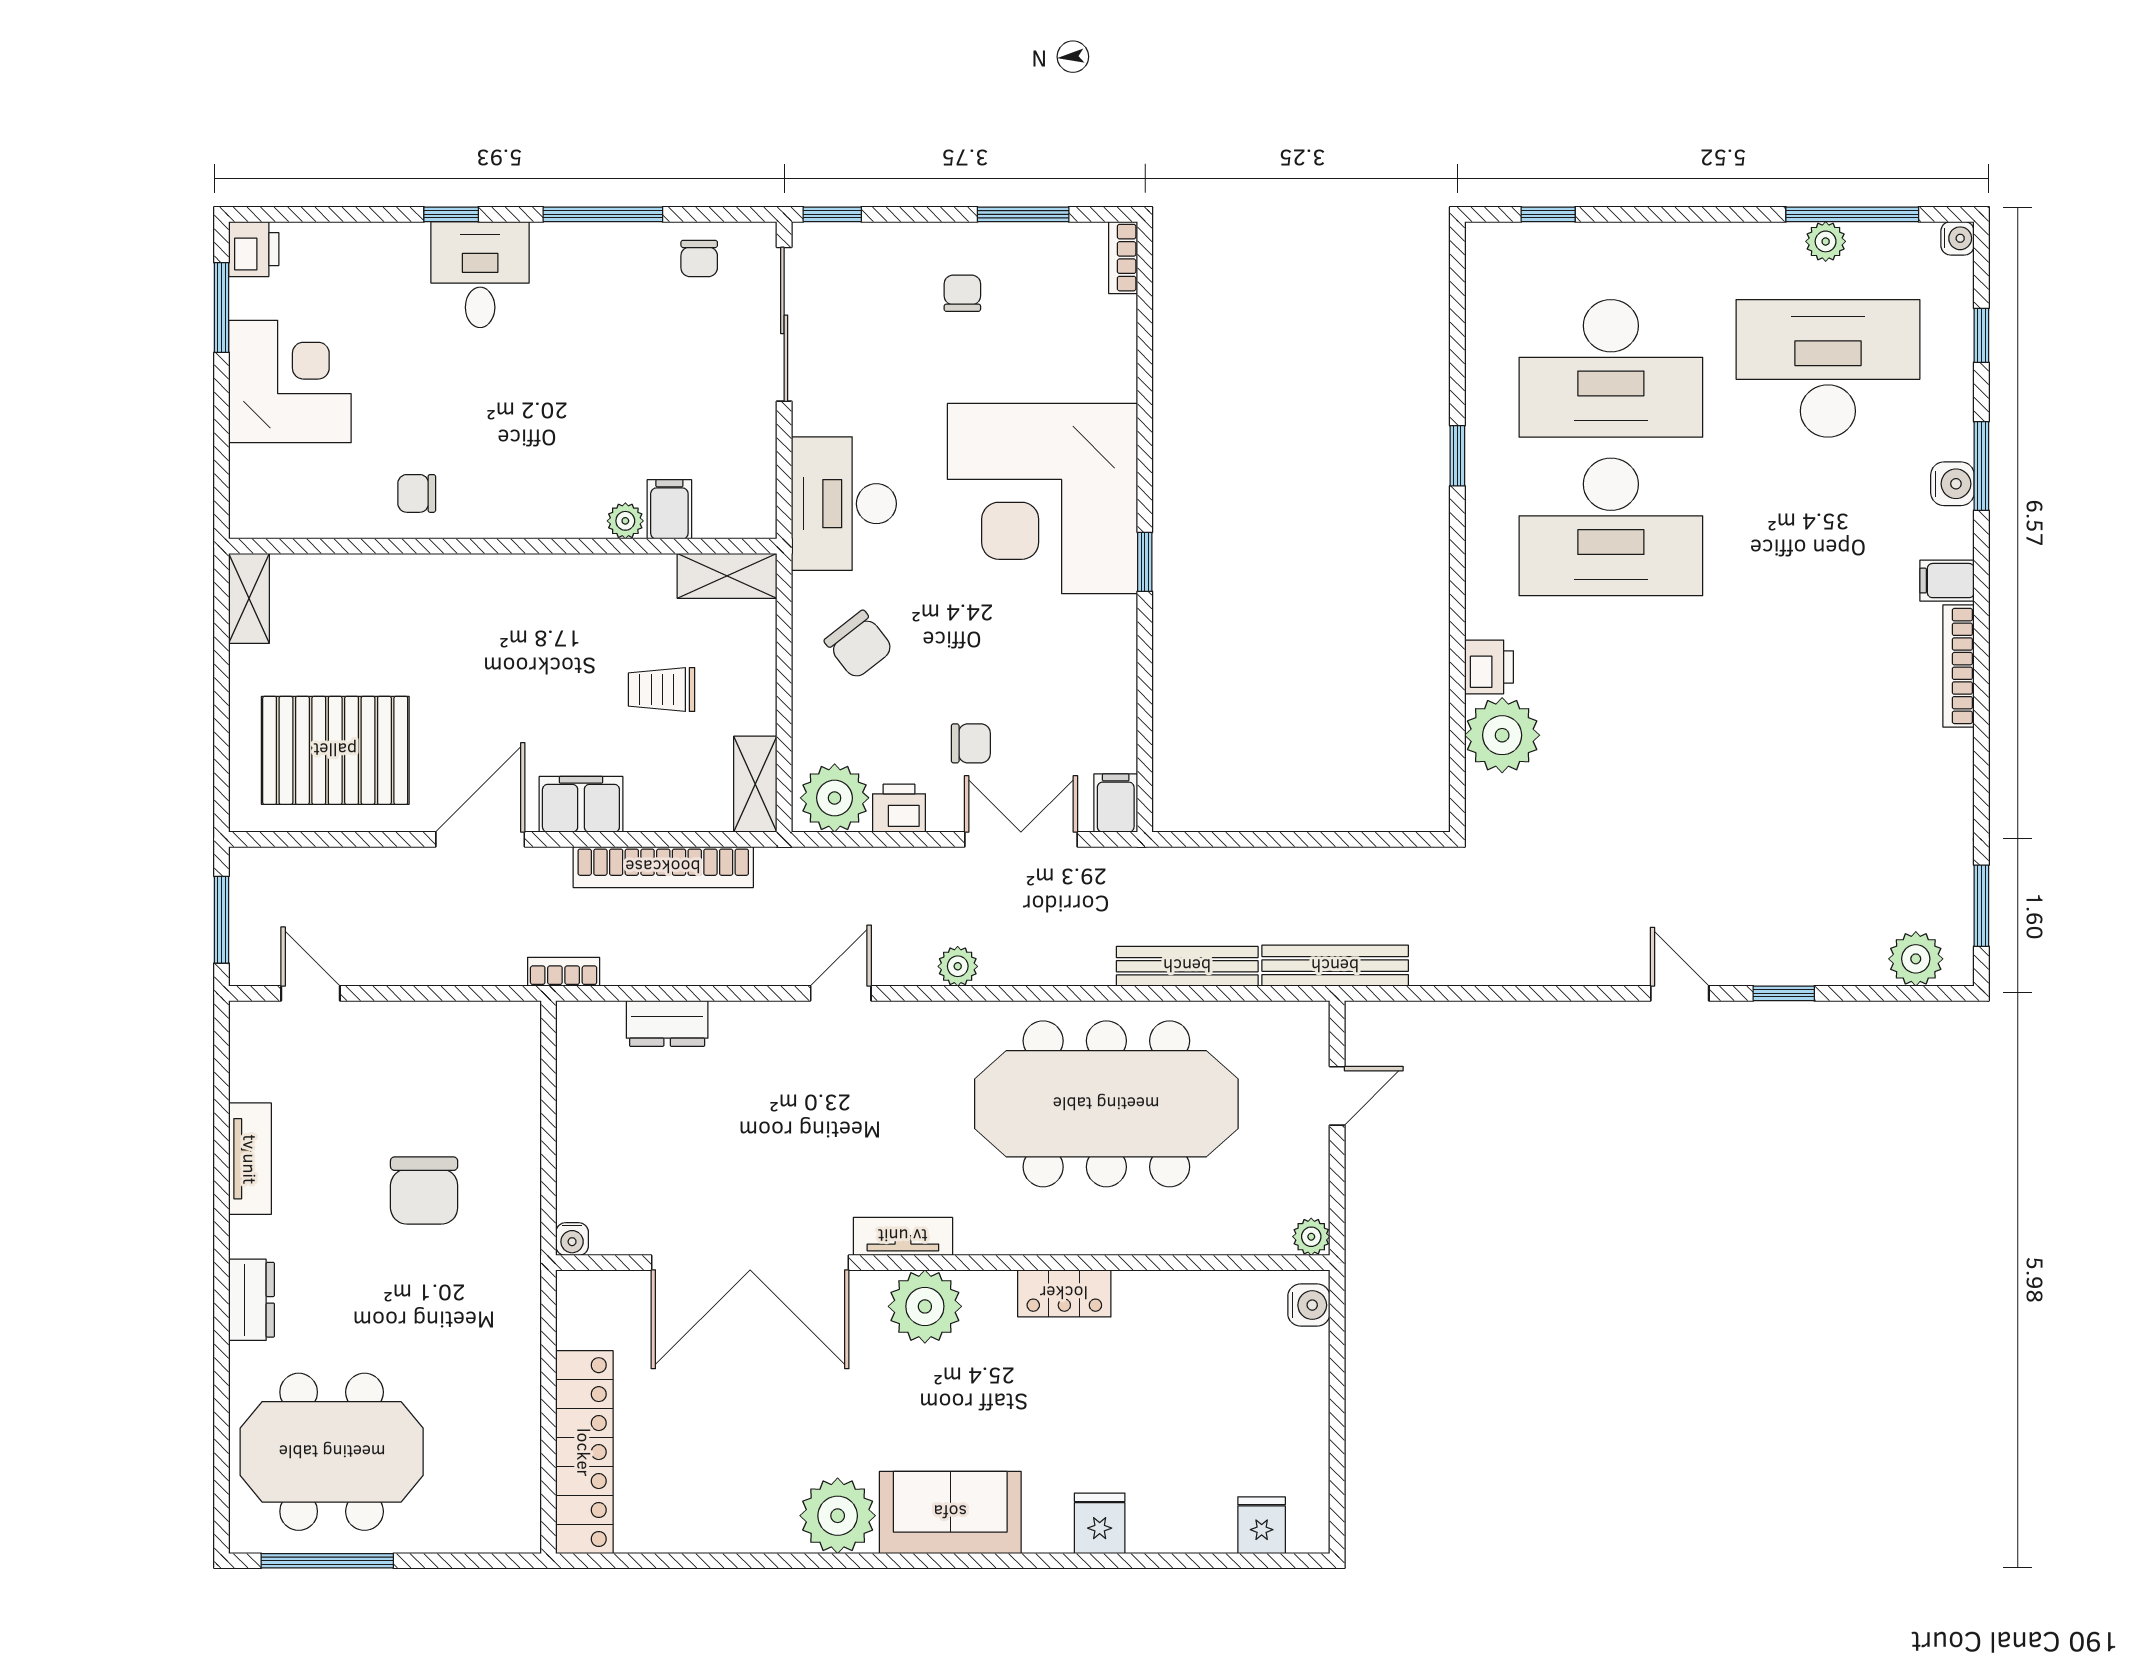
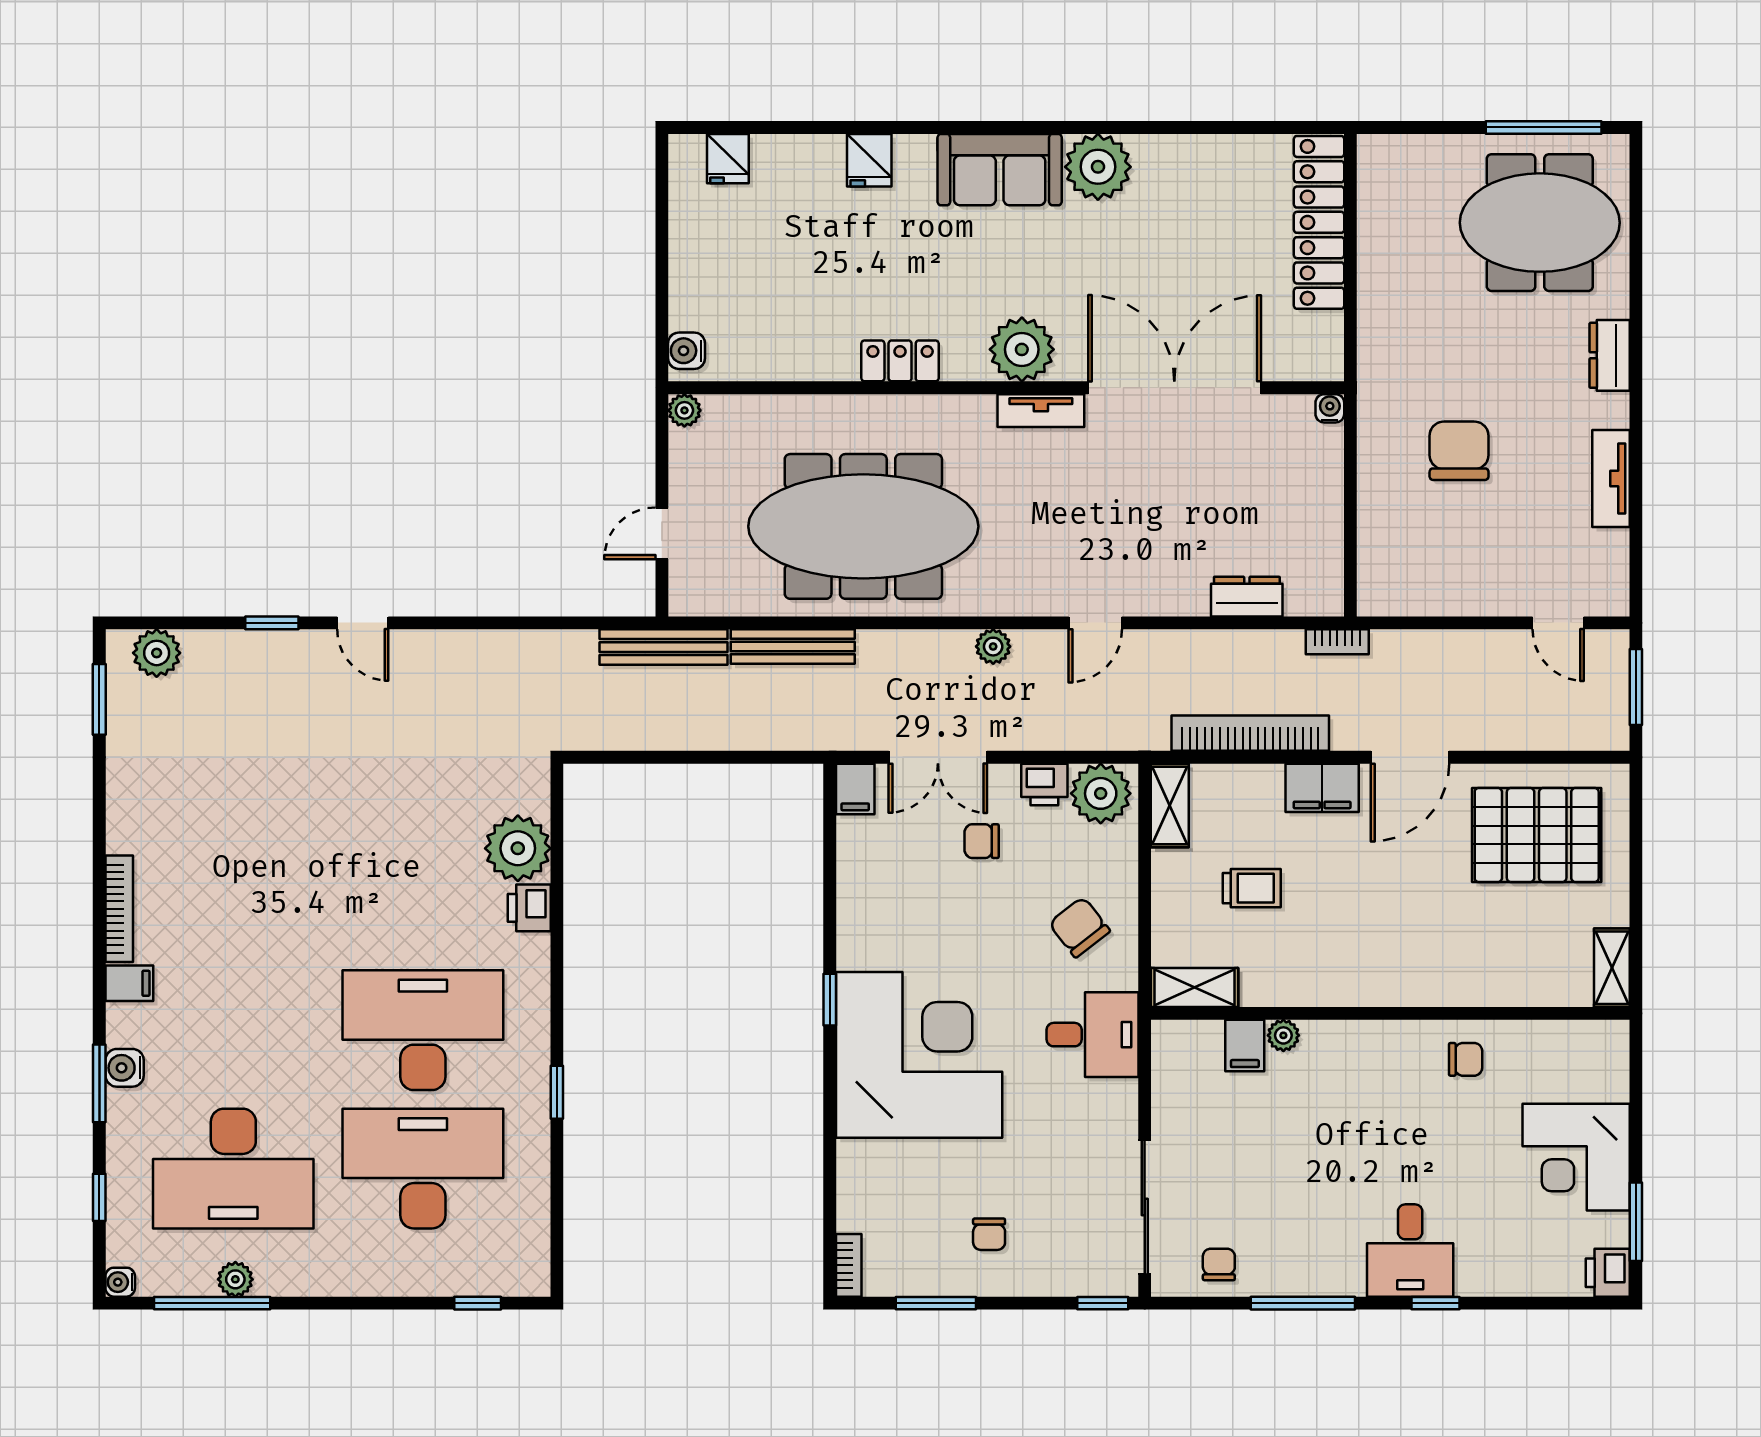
desk: (844, 504) -> (1093, 1035), width x0.73

